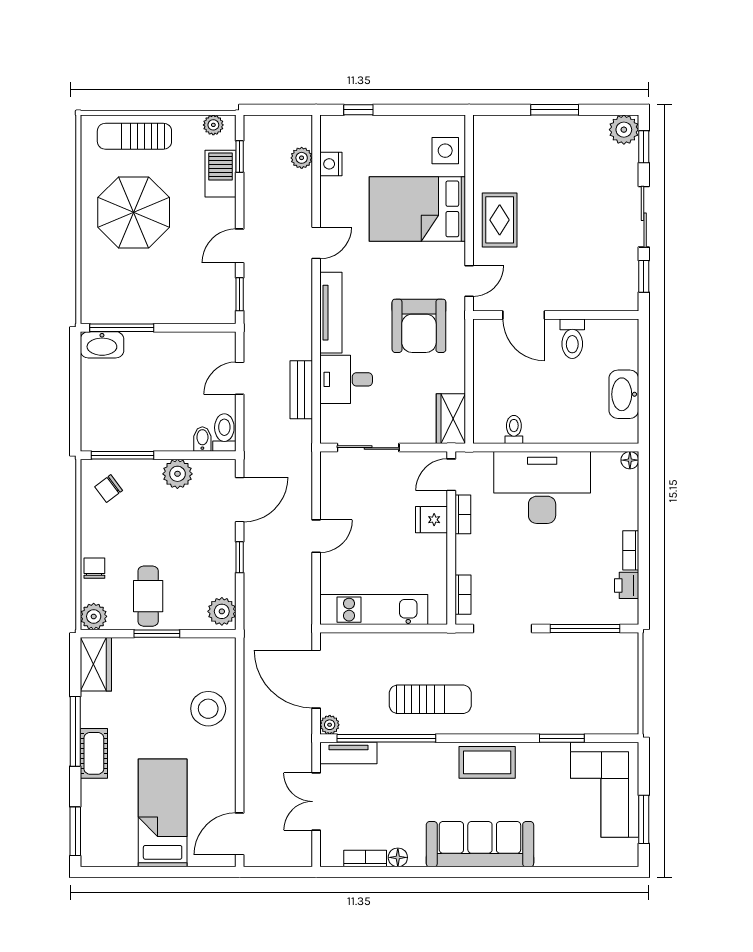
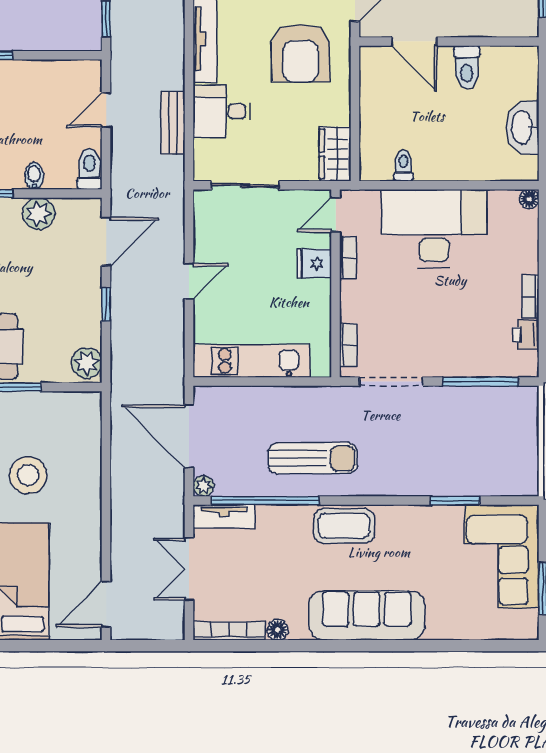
bidet: (202, 439) -> (34, 176), moved
stool: (208, 709) -> (28, 475), moved
coffee table: (487, 762) -> (344, 526), moved
bookcase: (365, 858) -> (229, 631), width x1.56

